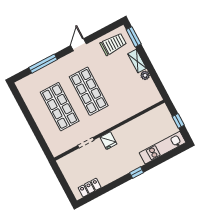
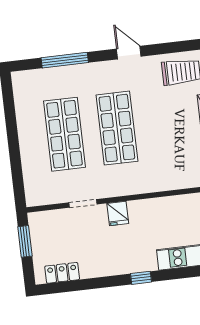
door: (78, 45) -> (129, 53), hinge flipped
window: (61, 178) -> (25, 241), added

